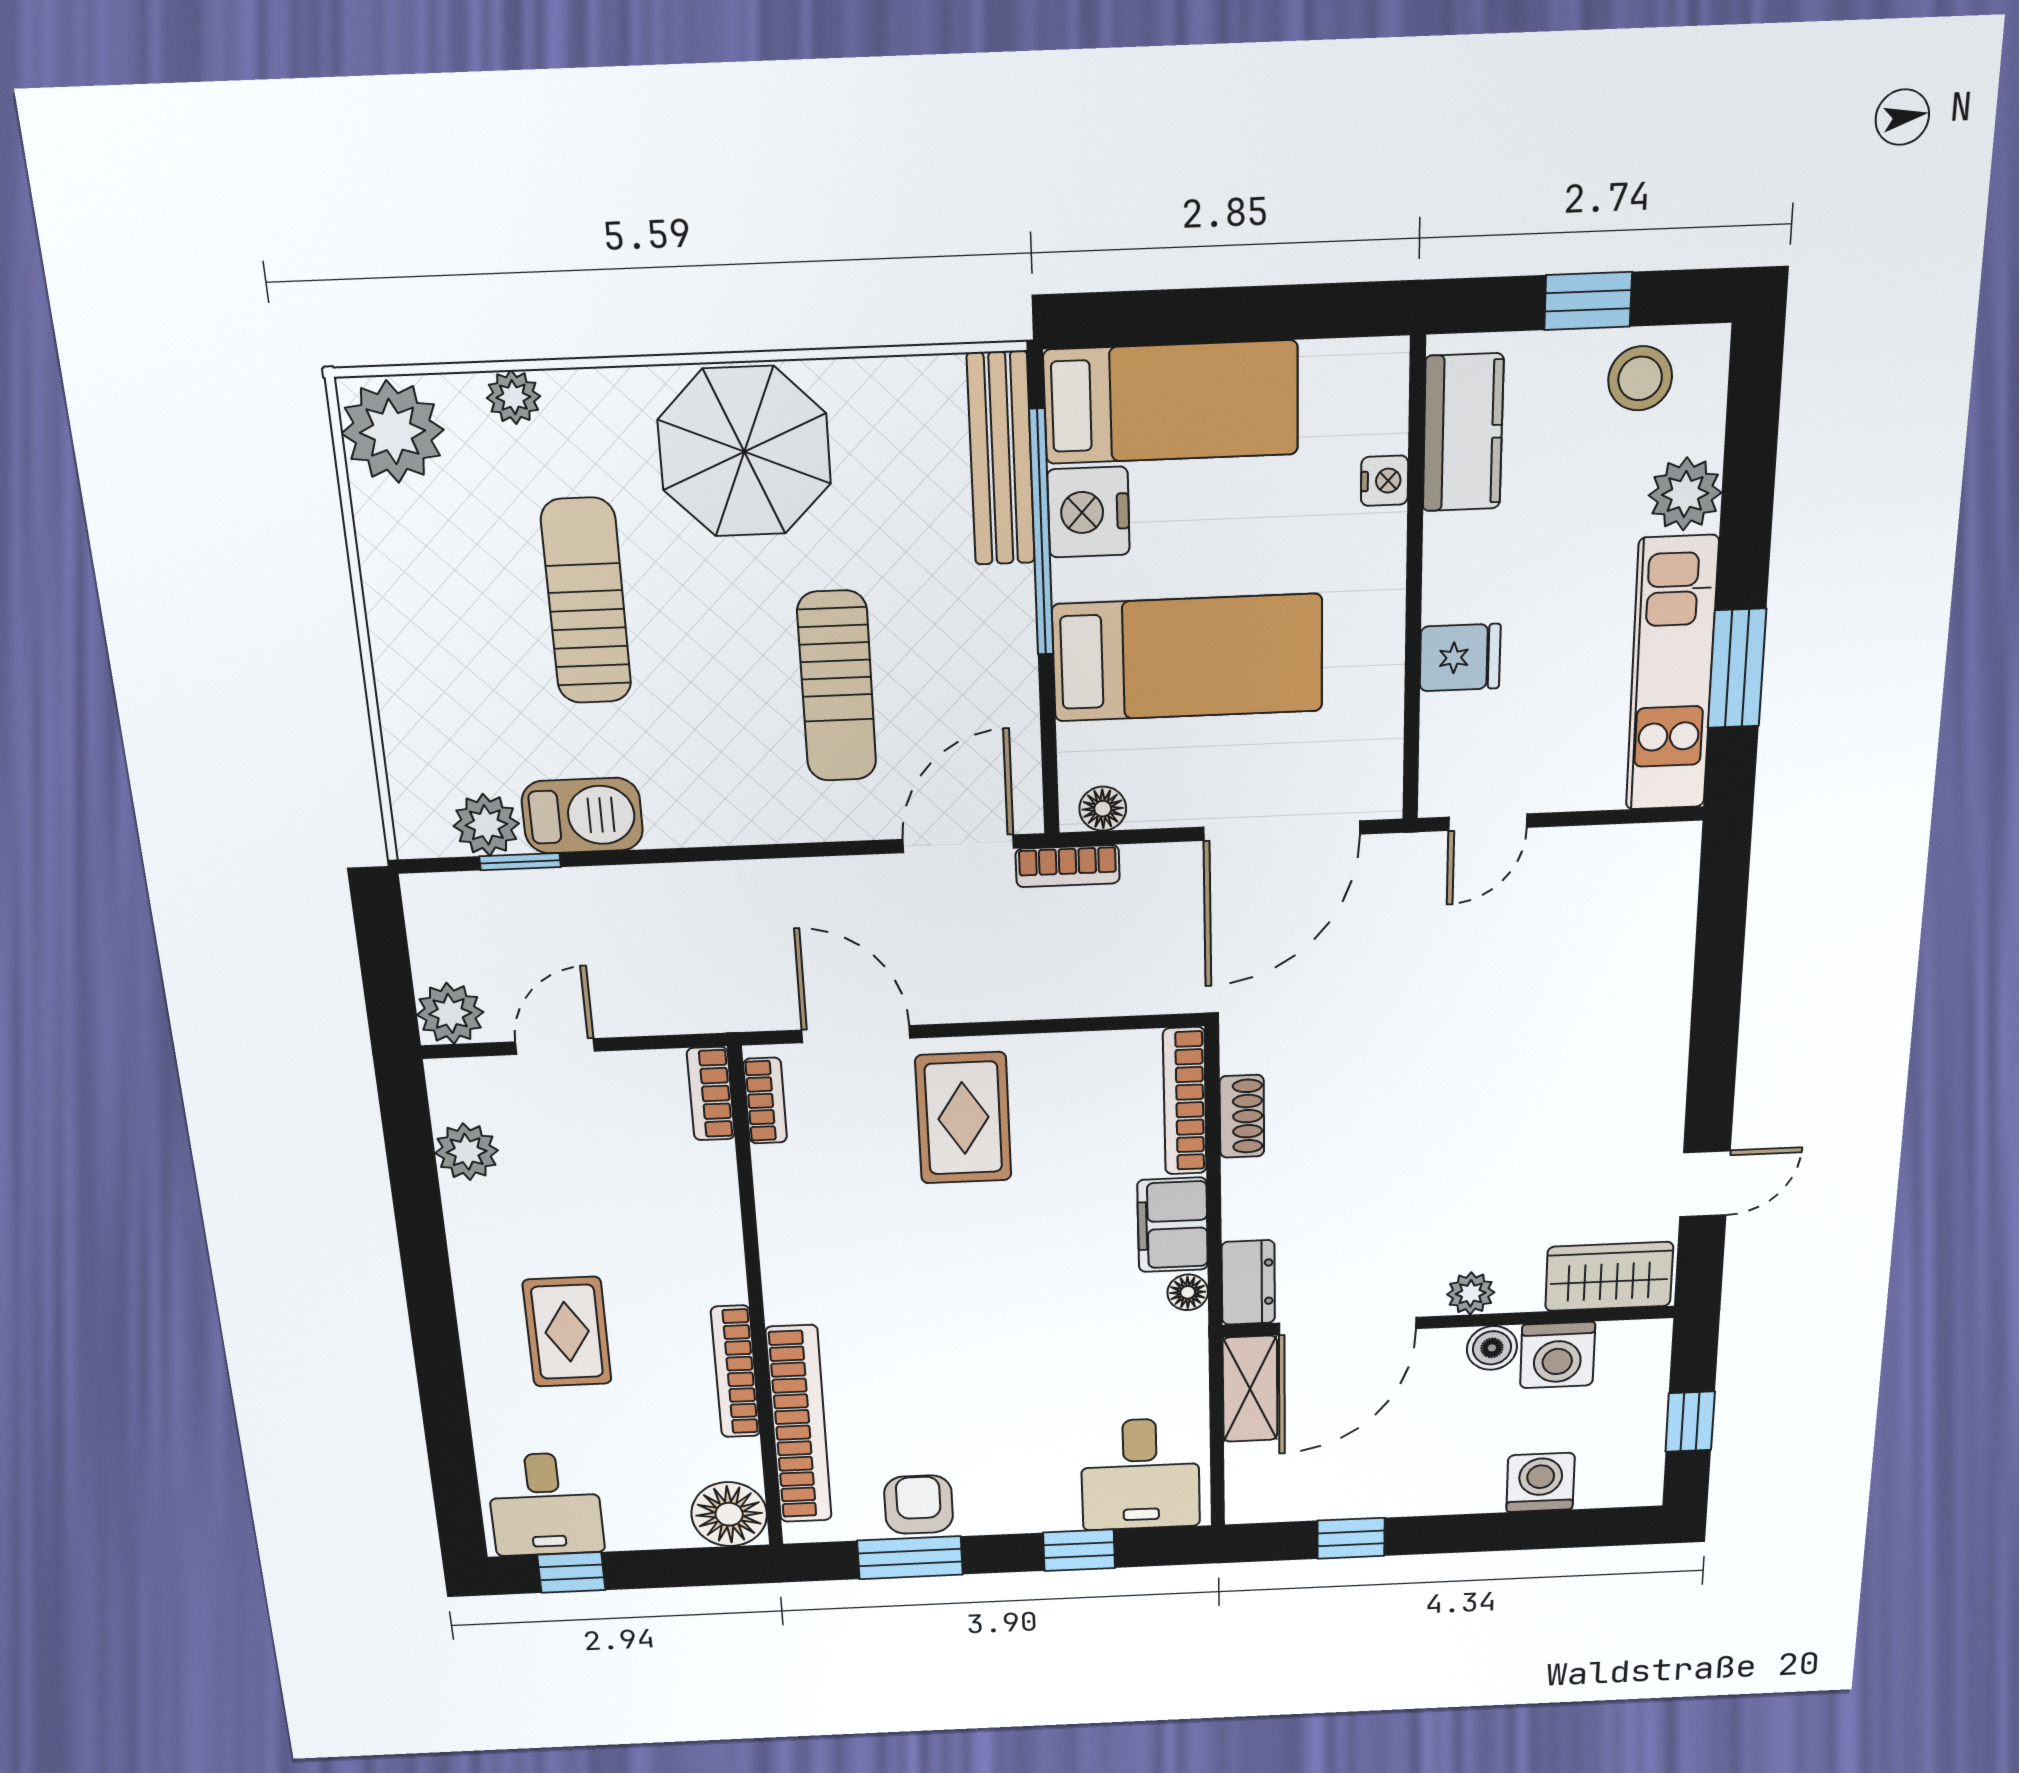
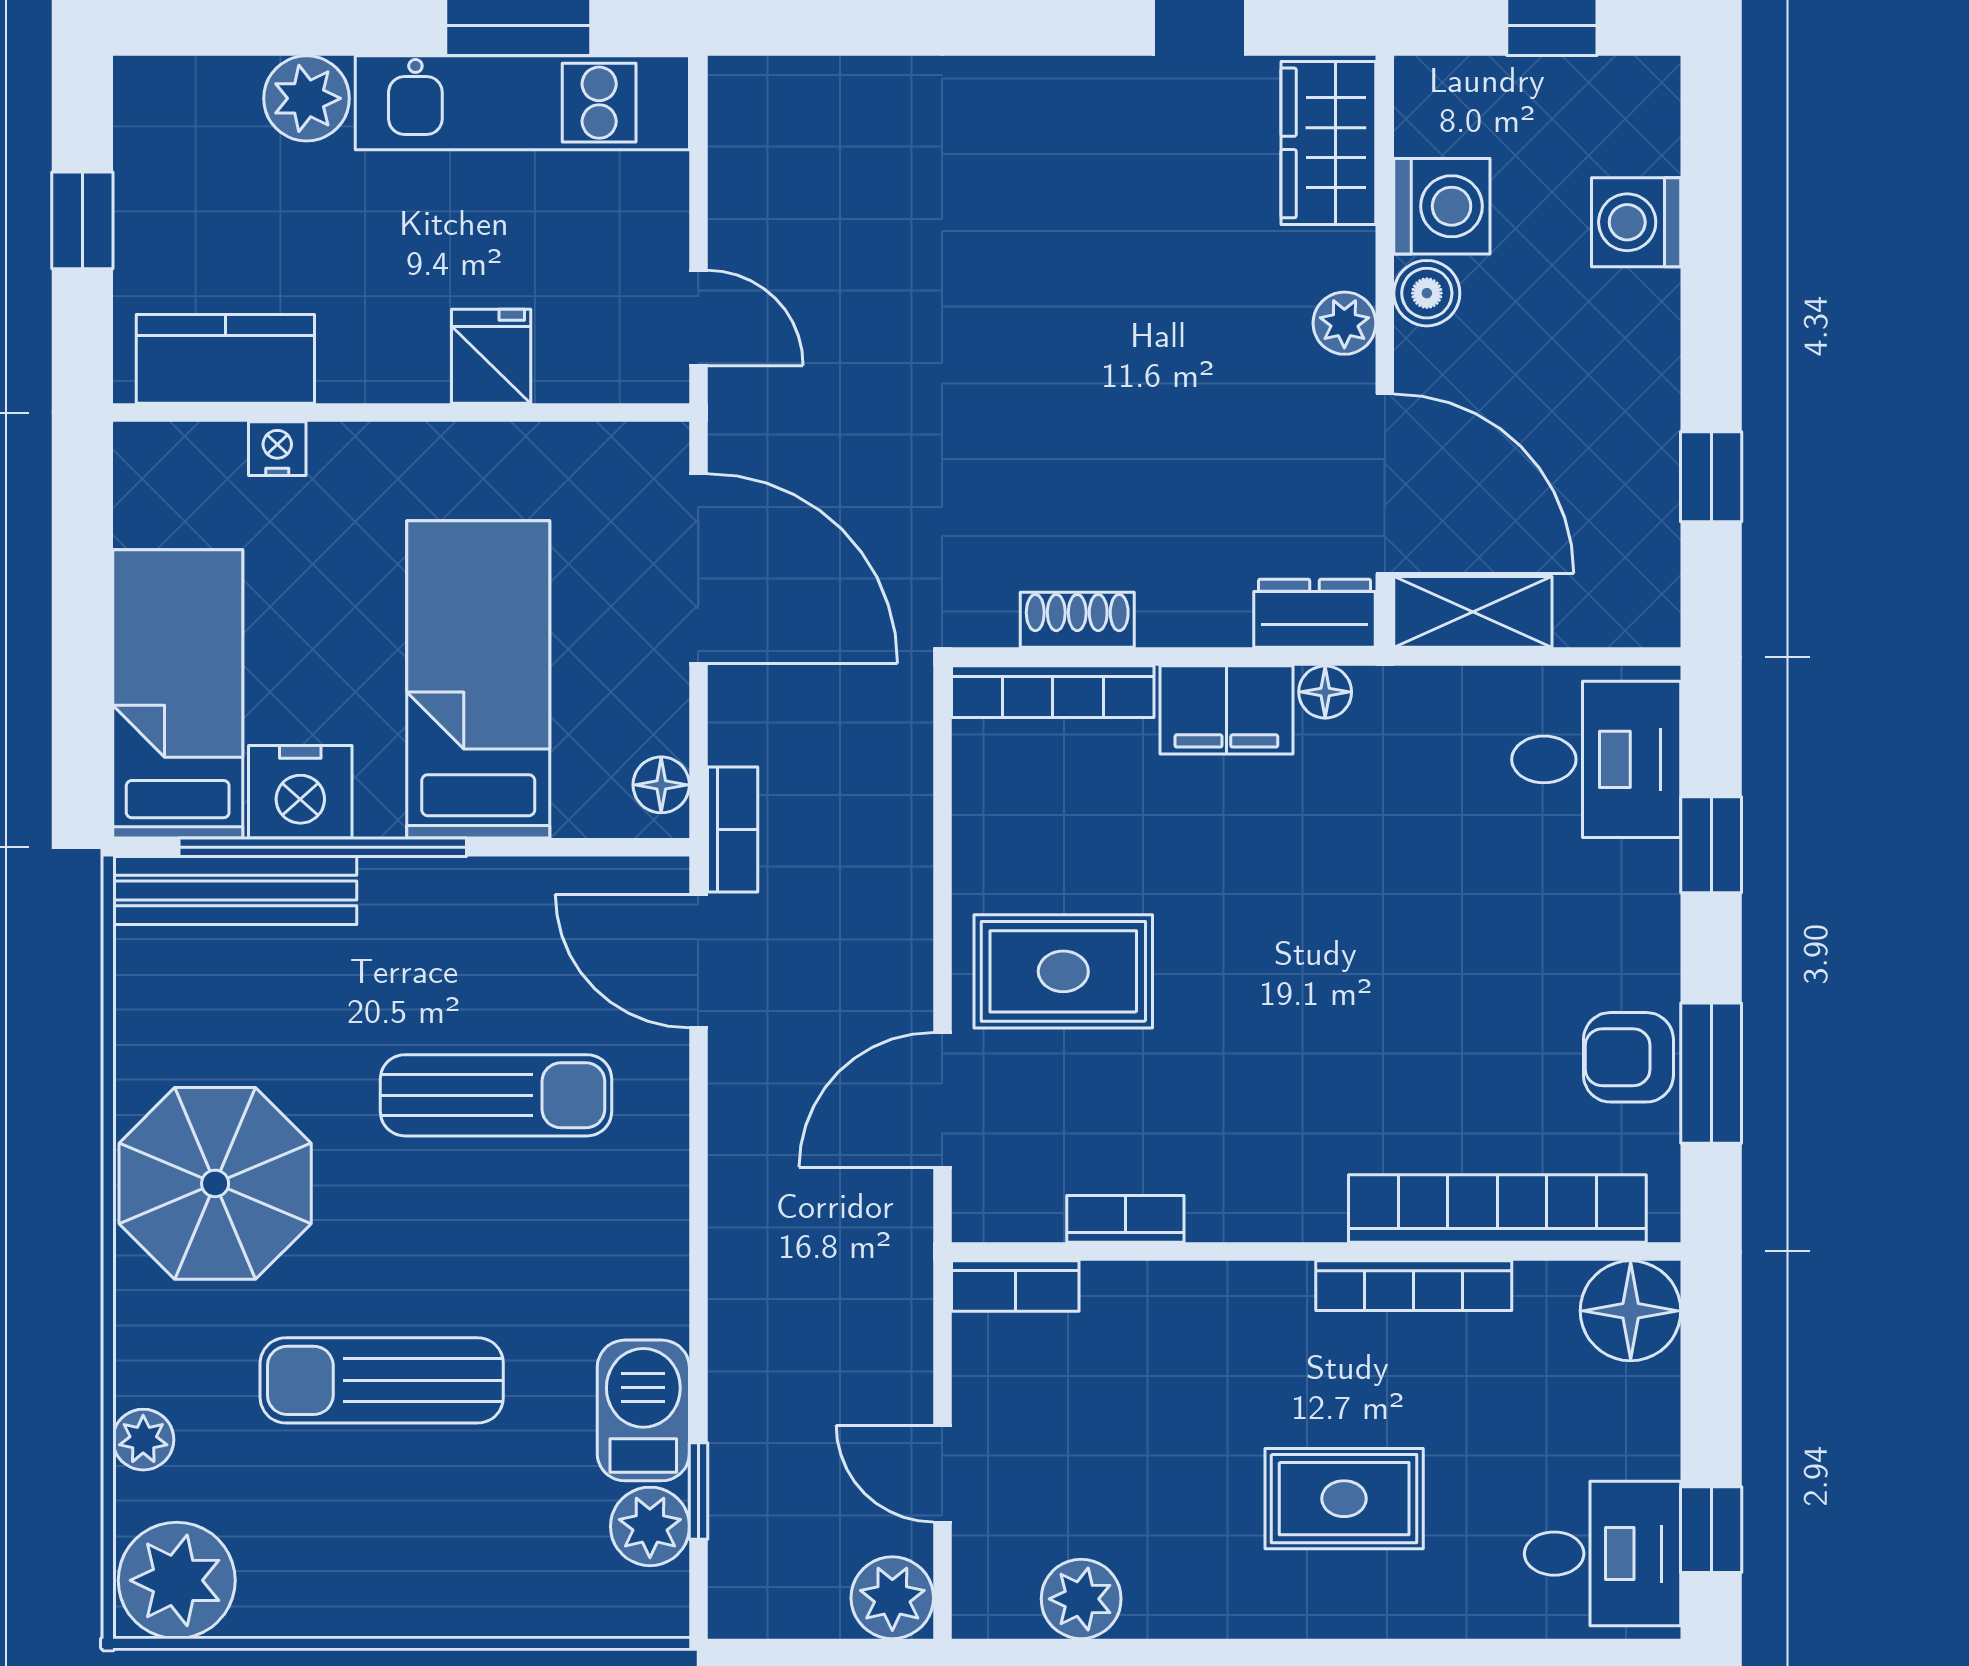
stool: (1640, 378) -> (171, 157), removed
bookcase: (765, 1101) -> (1125, 1219), moved

